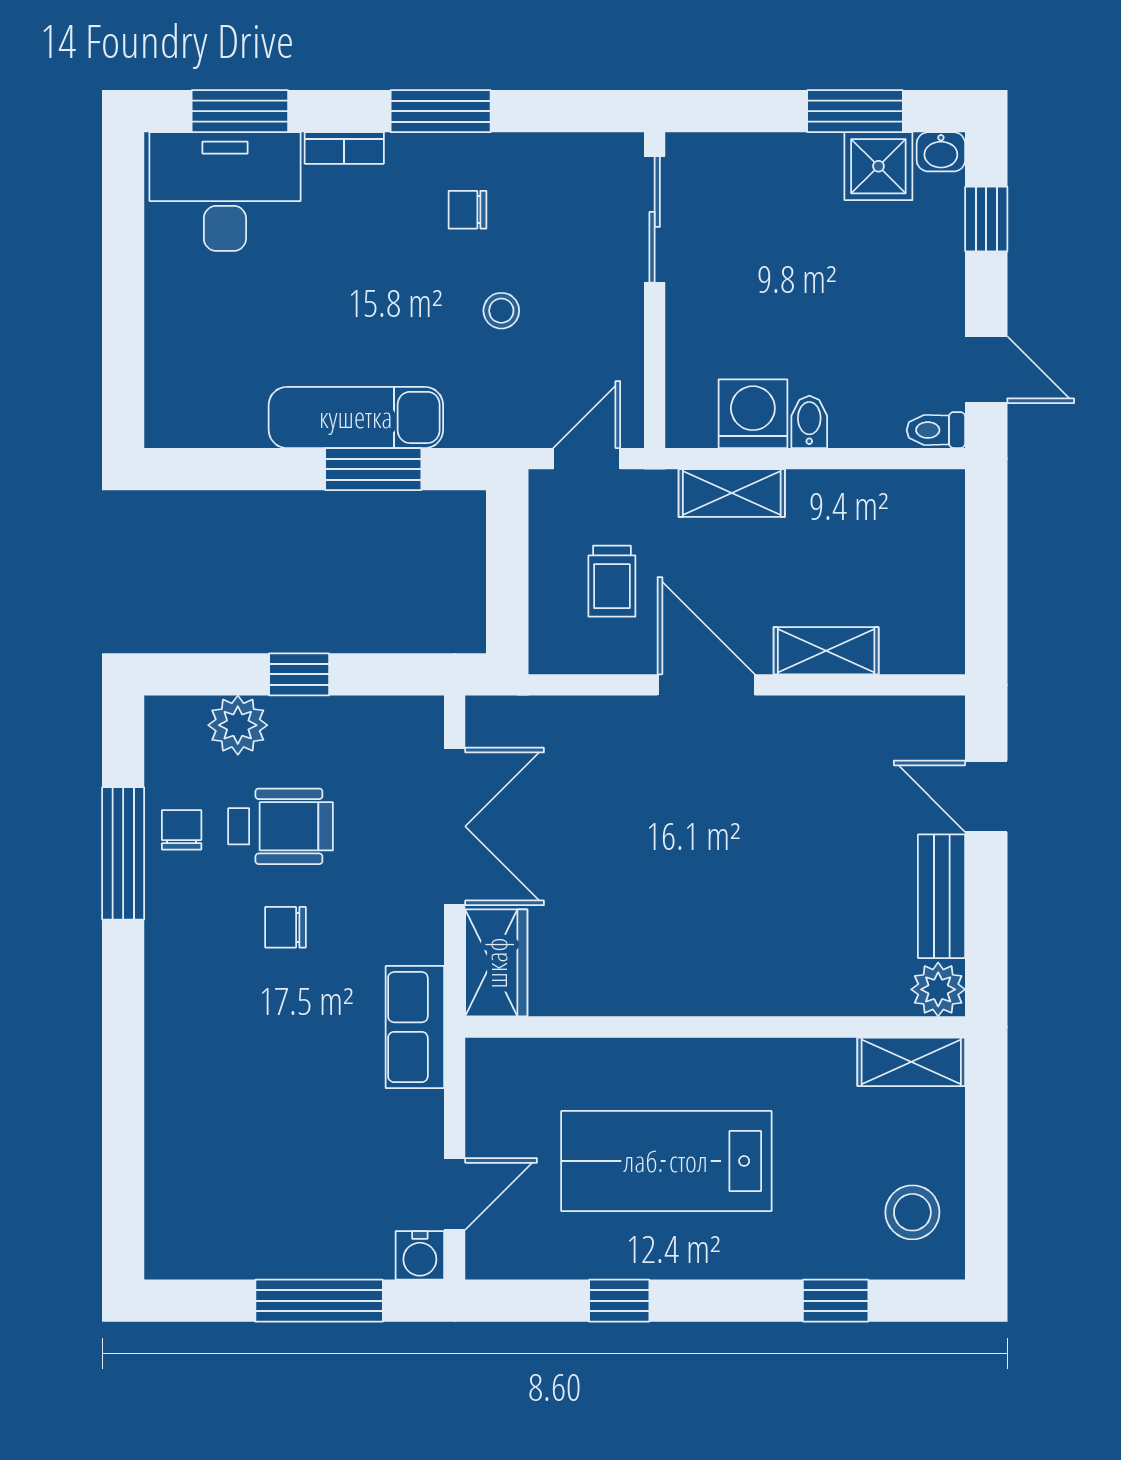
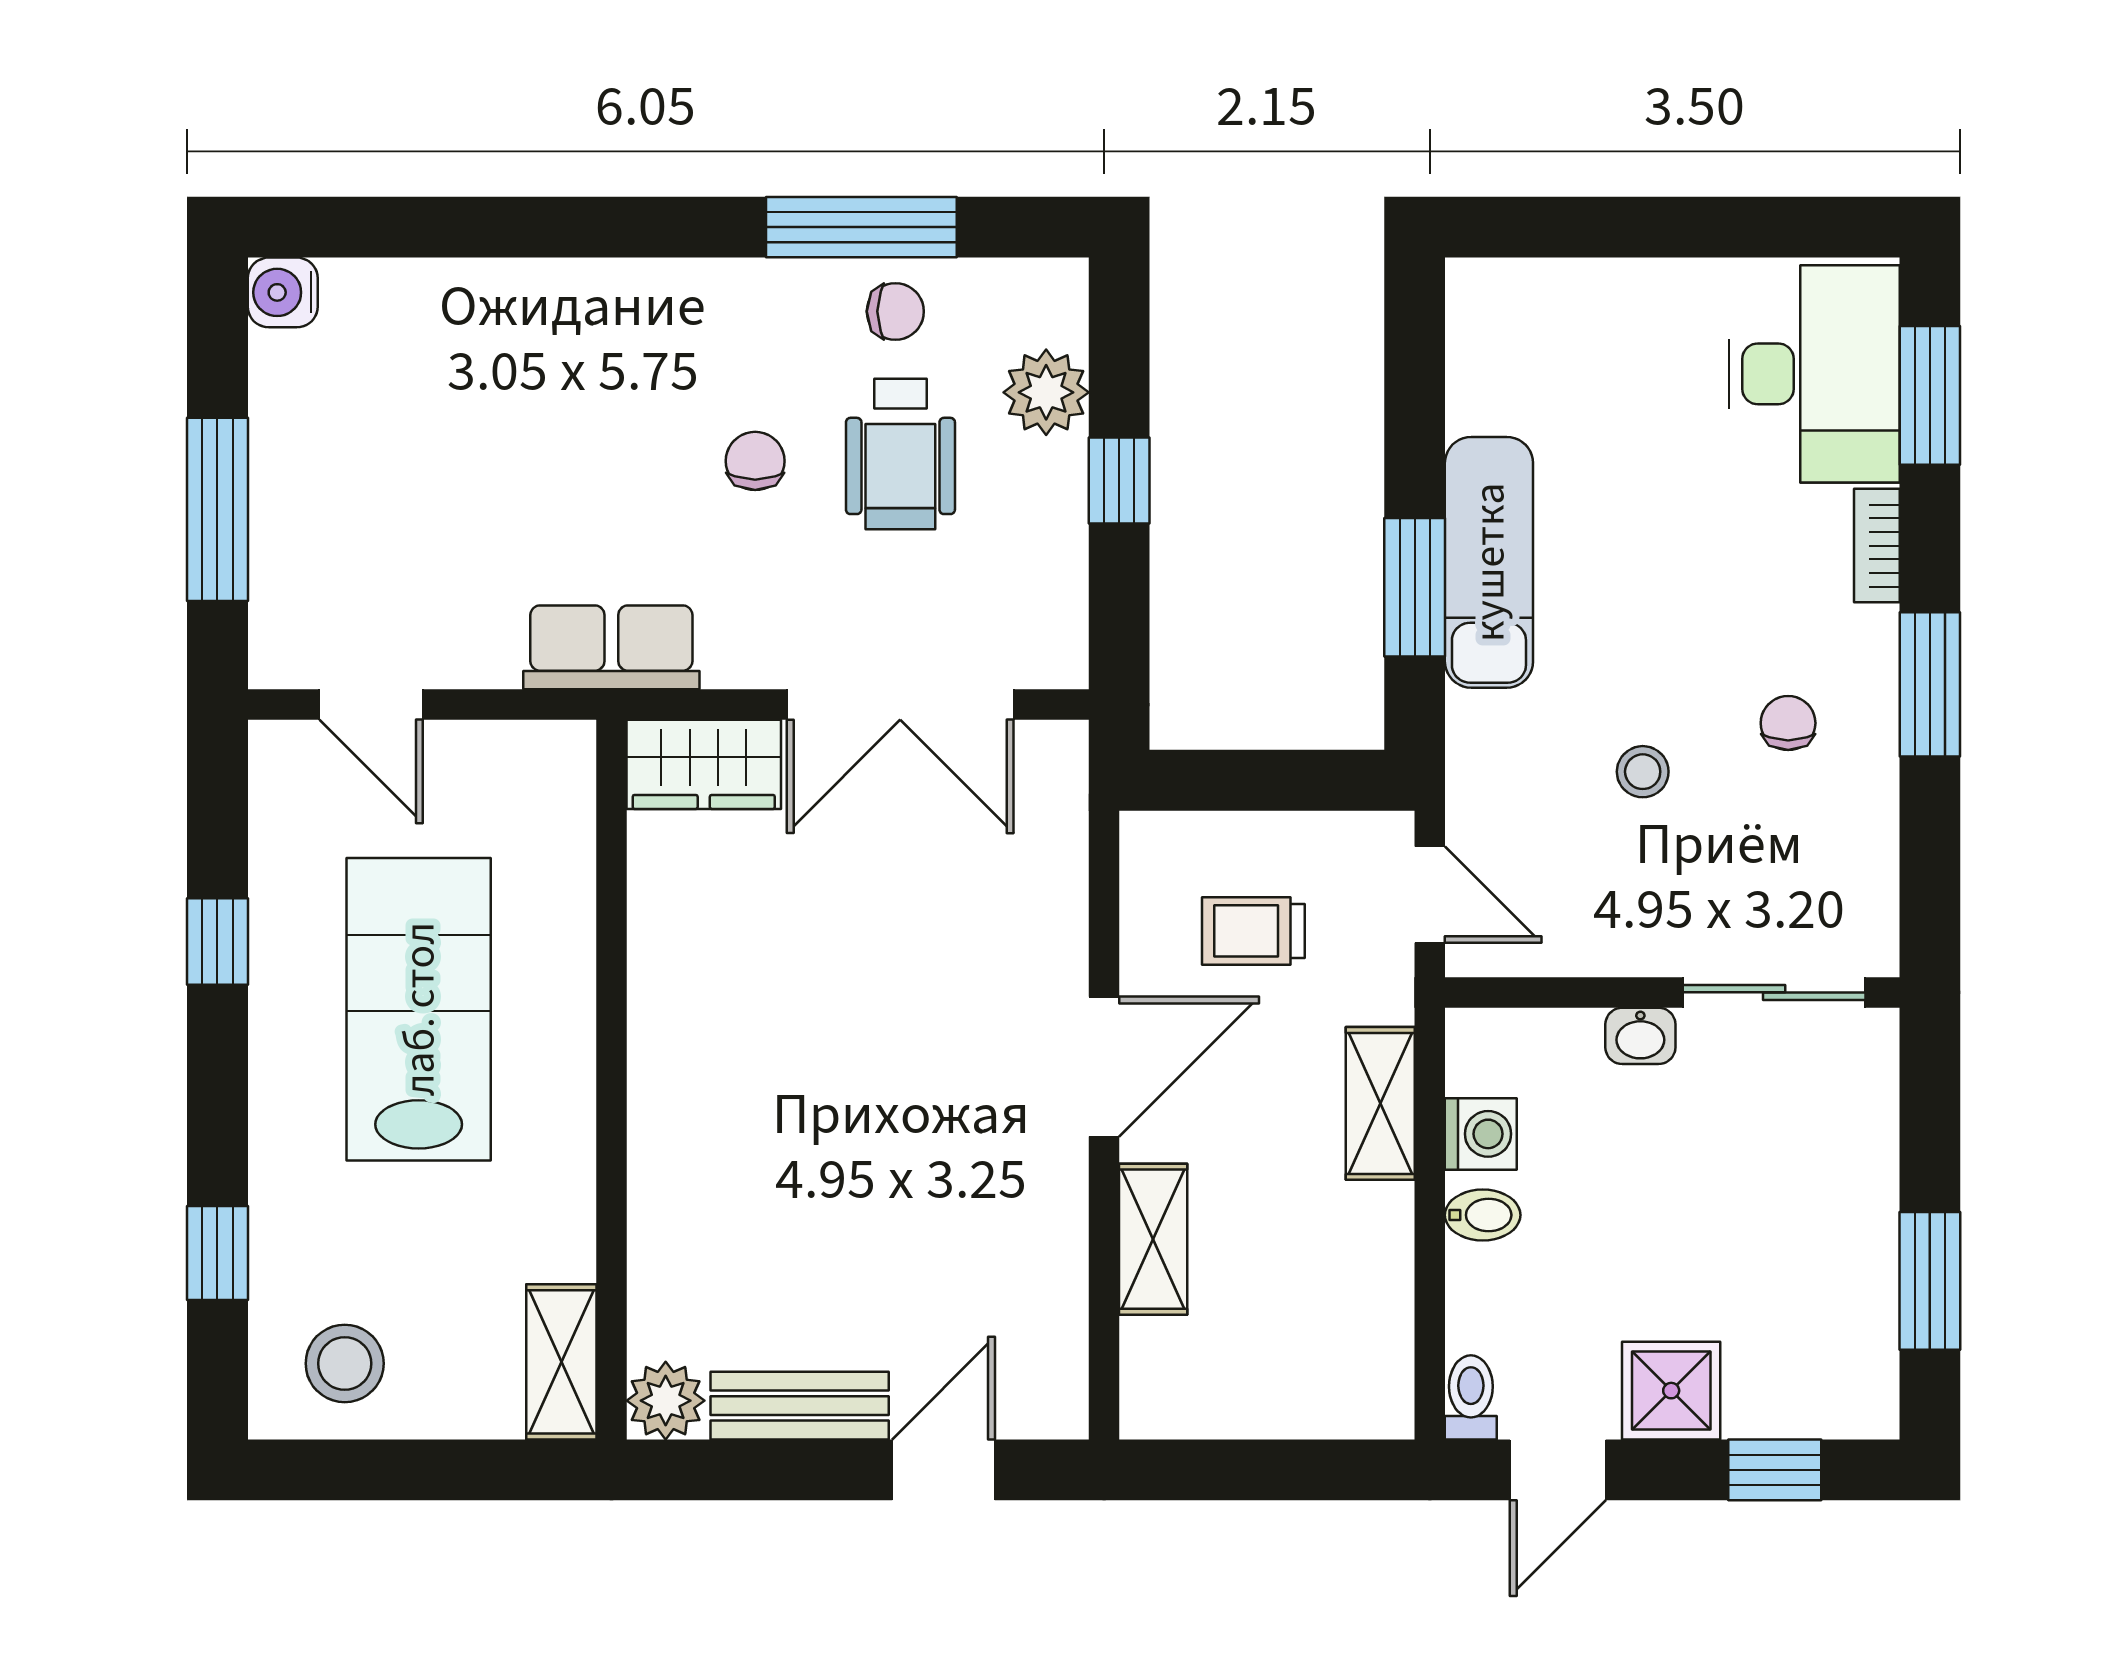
washbasin: (941, 152) -> (1640, 1036), moved, turned -90
shower: (878, 166) -> (1671, 1391), moved
washing machine: (753, 414) -> (1481, 1134), width x0.73, depth x0.73
water cooler: (420, 1255) -> (283, 292), moved

